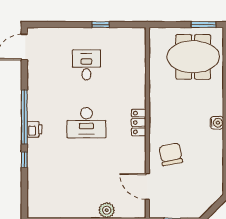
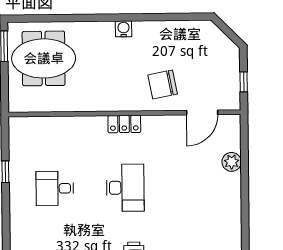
meeting table: (193, 57) -> (44, 58), turned 90

